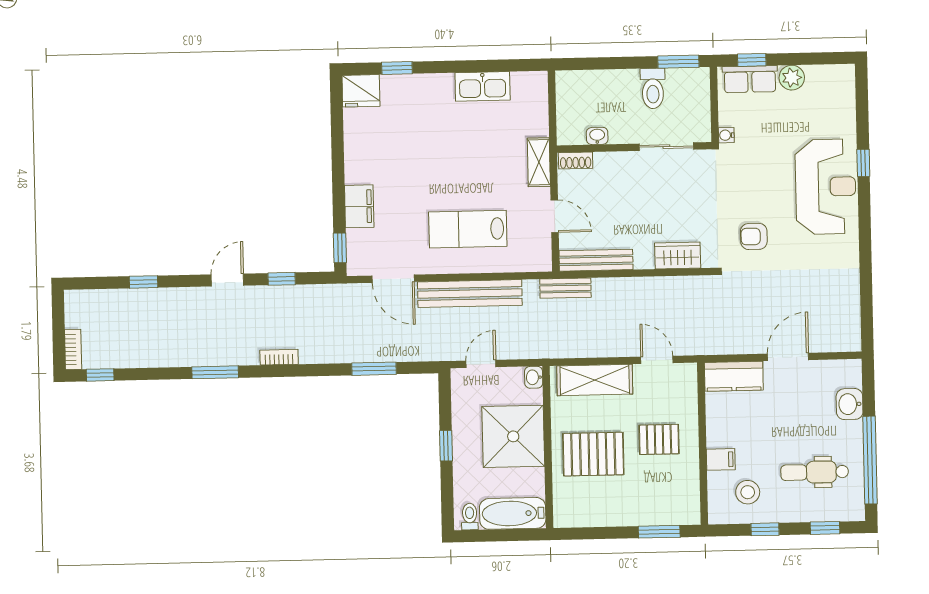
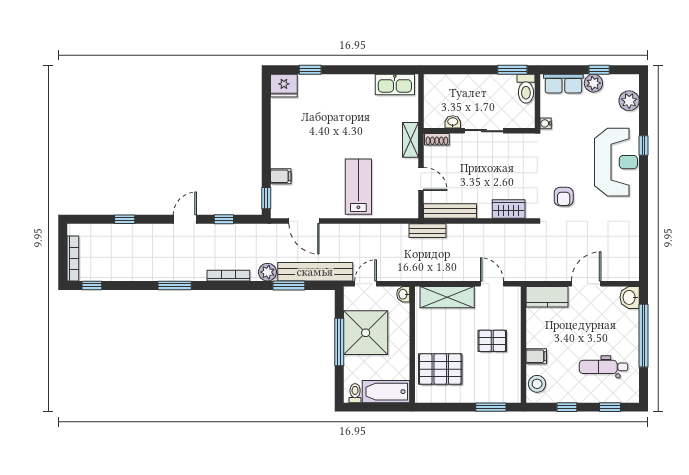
window: (752, 60) -> (599, 70), moved
kitchen sink: (483, 86) -> (395, 84), moved
toilet: (653, 88) -> (526, 89), moved
plant: (842, 101) -> (629, 101), added
sliding door: (666, 147) -> (484, 131), moved
filing cabinet: (359, 206) -> (281, 176), width x0.50
lab bench: (468, 229) -> (358, 187), turned 90
armchair: (754, 236) -> (564, 197), turned -90
bench: (470, 294) -> (315, 272), moved
bookcase: (73, 349) -> (73, 258), width x1.56
plant: (344, 351) -> (268, 272), added
bookcase: (279, 357) -> (228, 276), width x1.56
washbasin: (850, 404) -> (630, 297), moved
shower: (513, 436) -> (366, 333), moved
window: (446, 446) -> (339, 342), width x2.17
pallet: (593, 454) -> (440, 369), moved
window: (870, 460) -> (643, 336), moved
stool: (748, 492) -> (537, 384), moved

